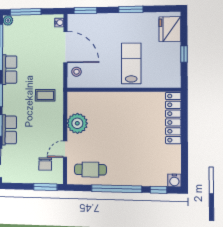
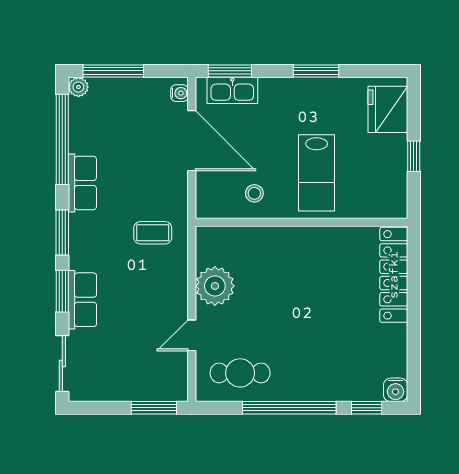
kitchen sink: (87, 21) -> (232, 90), added
lab bench: (131, 63) -> (317, 173), turned 180
stool: (76, 72) -> (254, 193), moved
chair: (45, 164) -> (153, 364), removed

